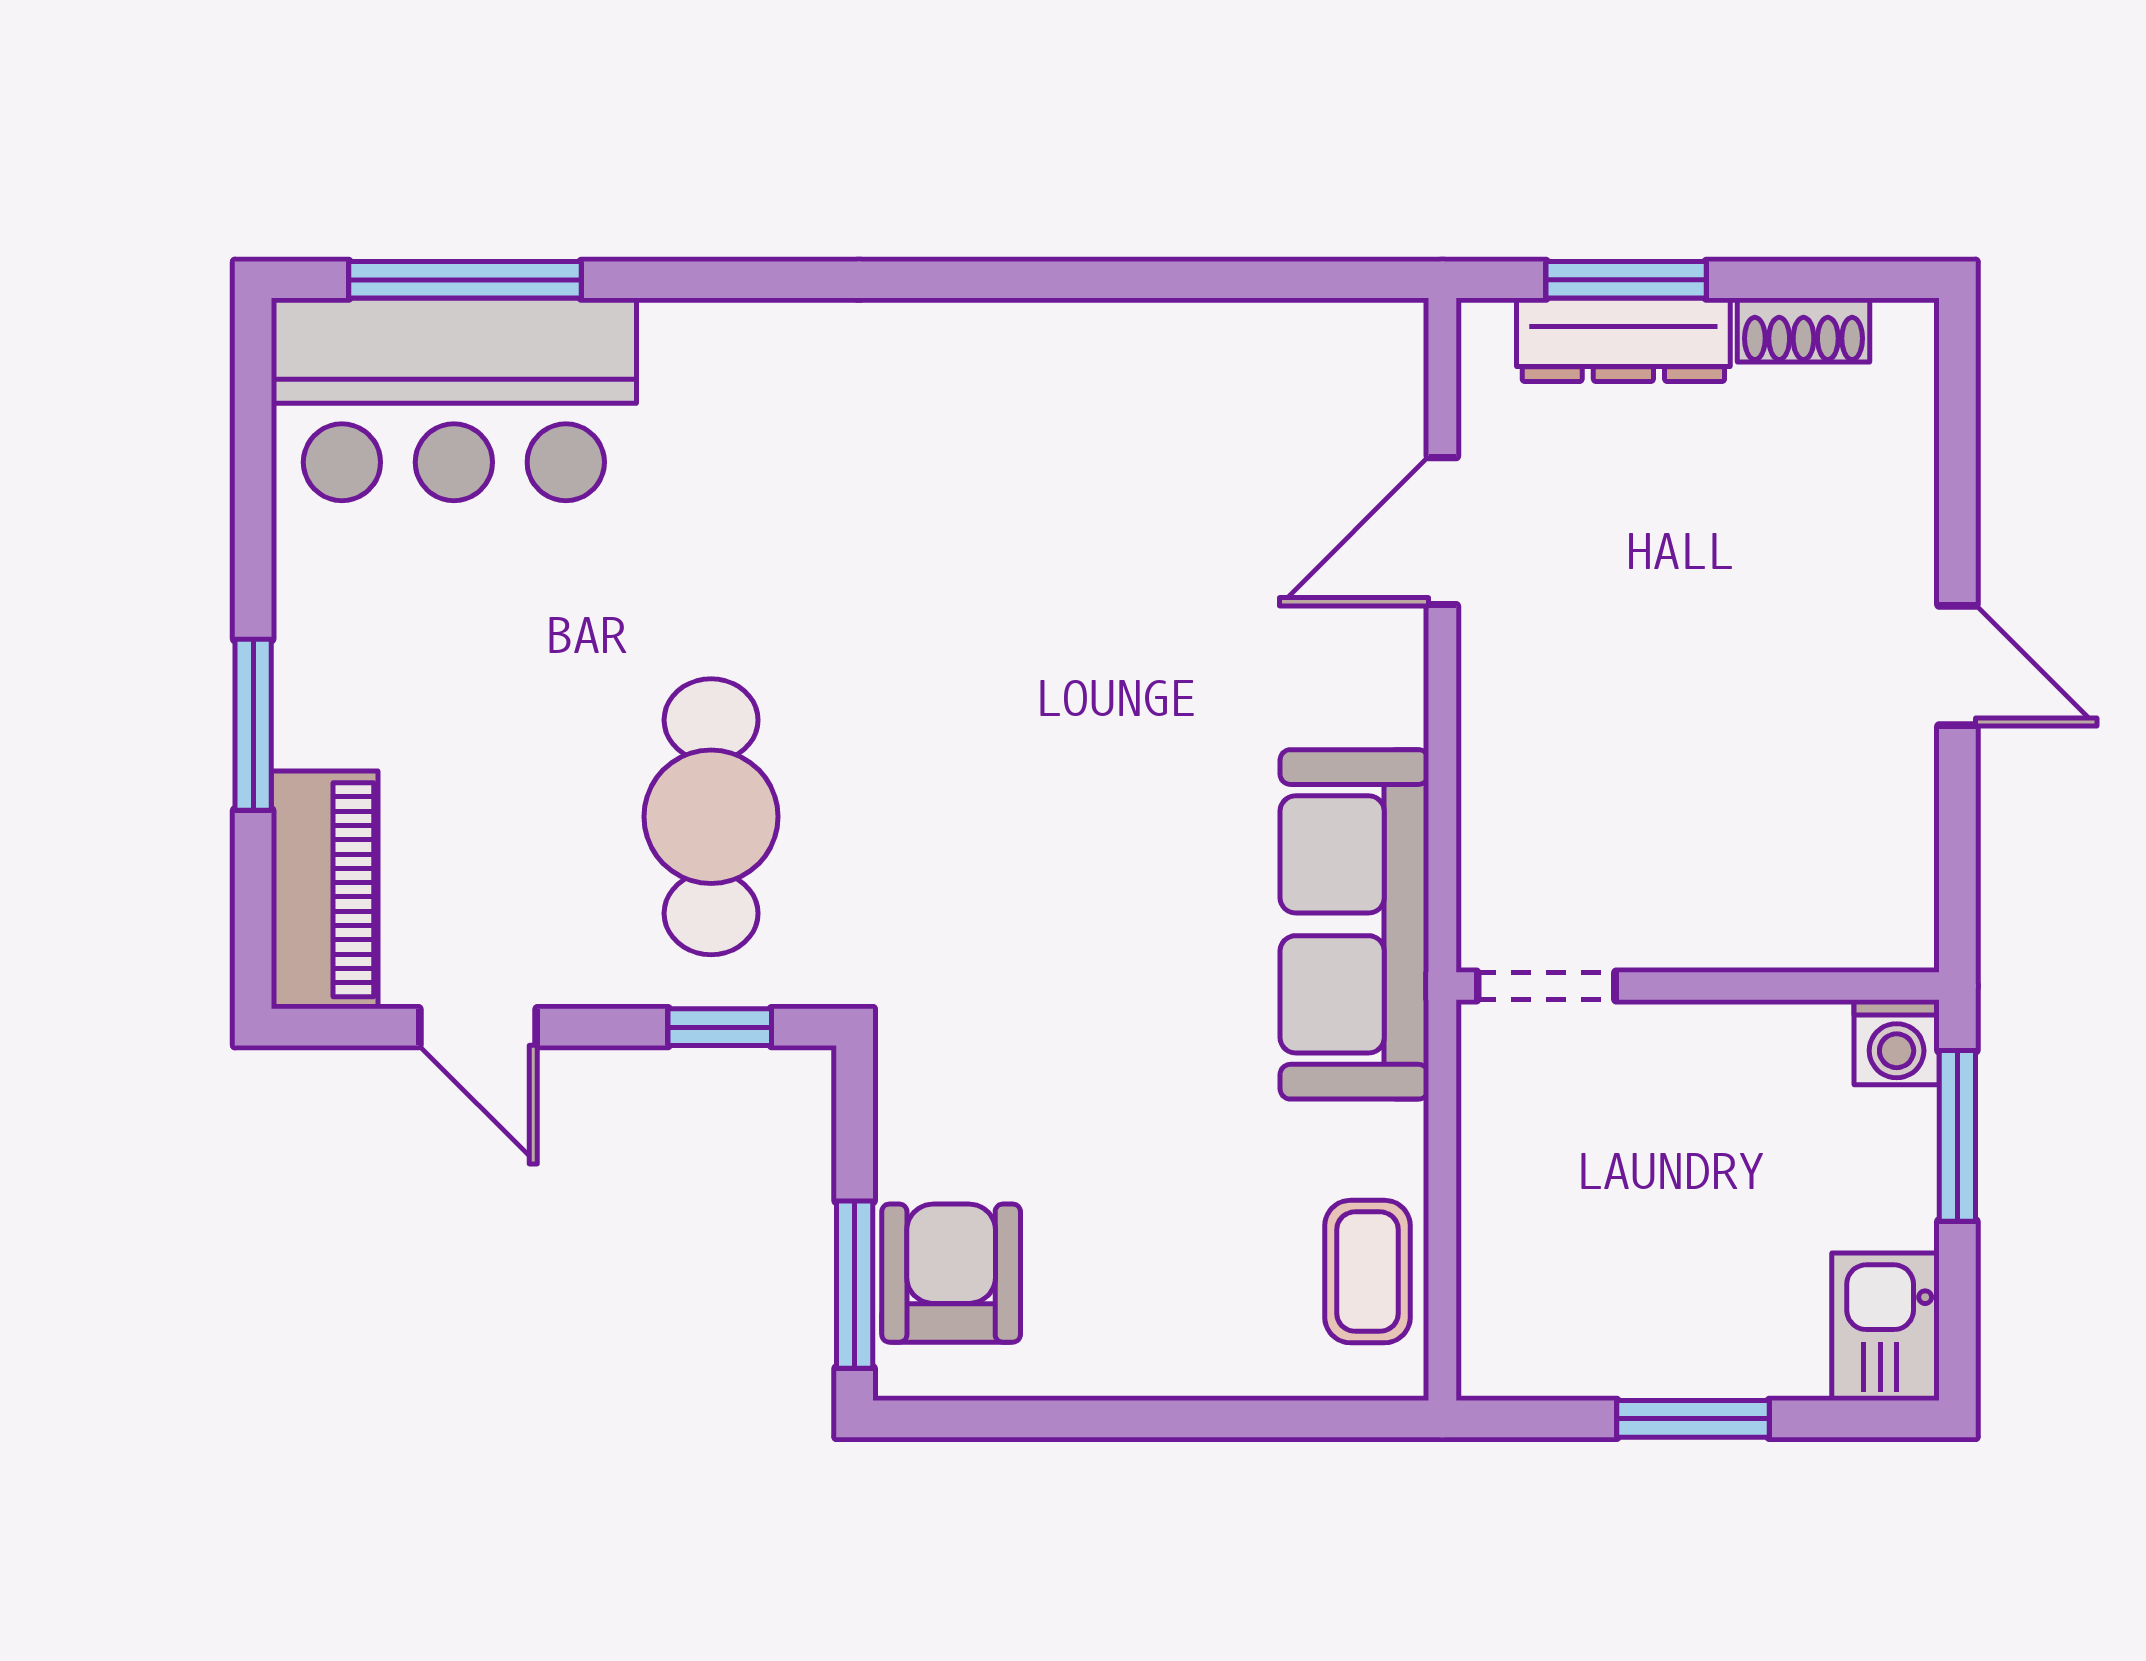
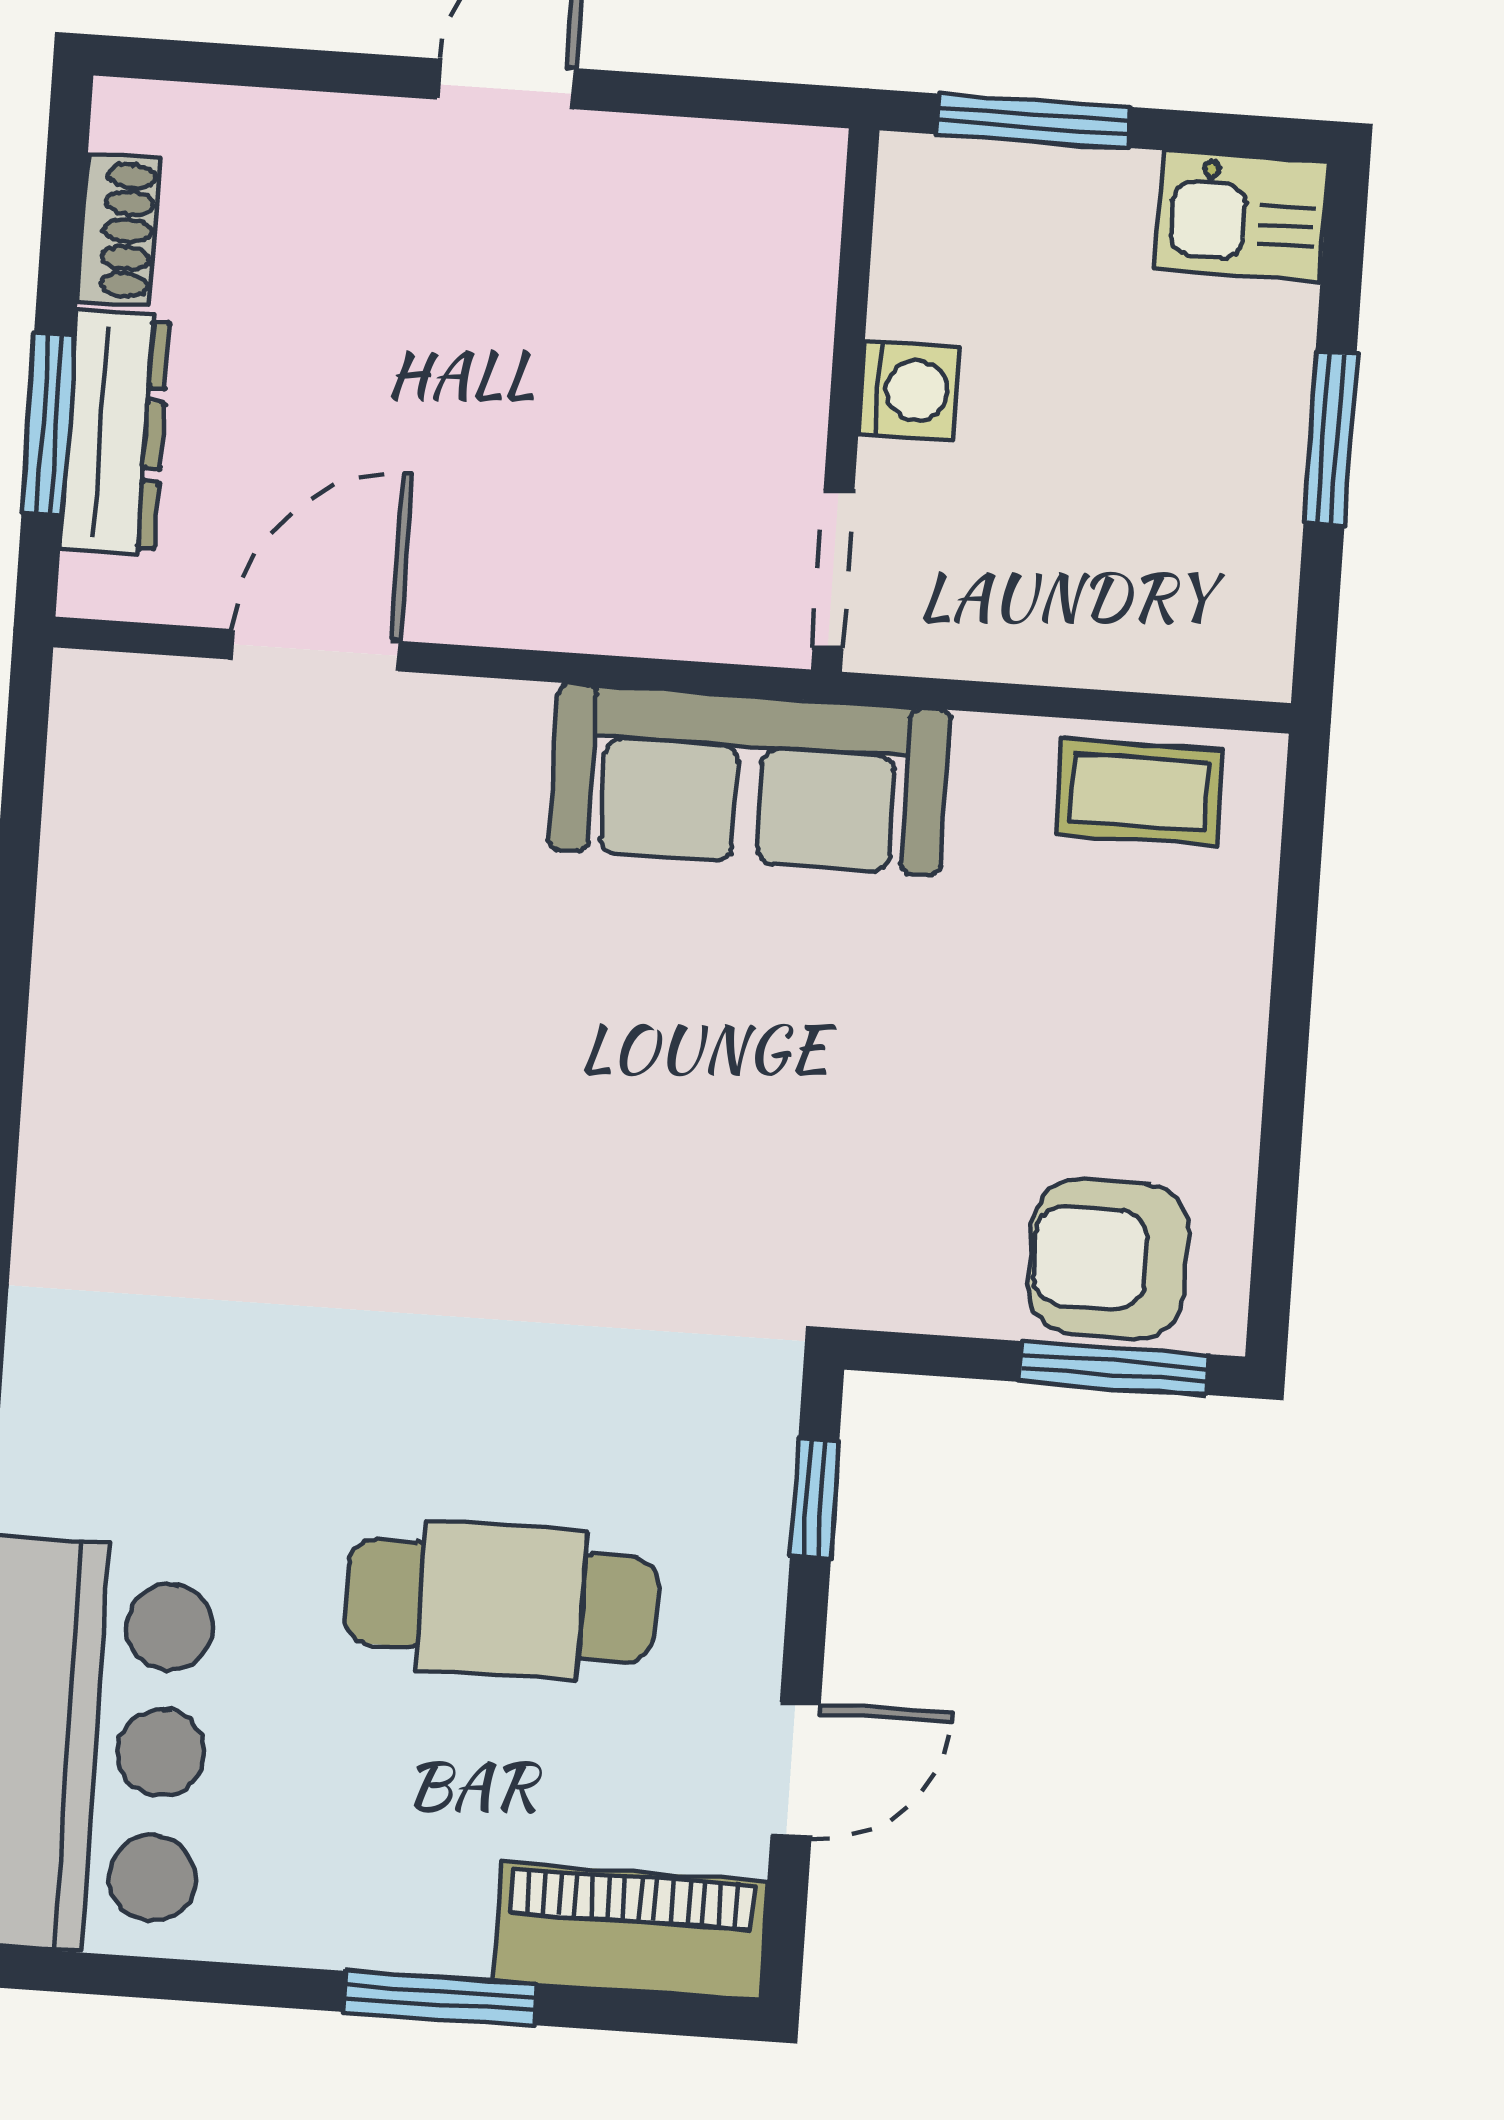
door: (1442, 531) -> (316, 650), swing flipped
cafe table: (711, 817) -> (501, 1600), moved
washing machine: (1897, 1042) -> (909, 390), moved

